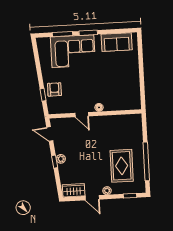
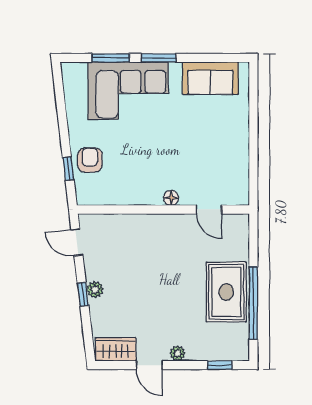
door: (82, 115) -> (209, 209), moved
rug: (122, 166) -> (226, 292), moved

